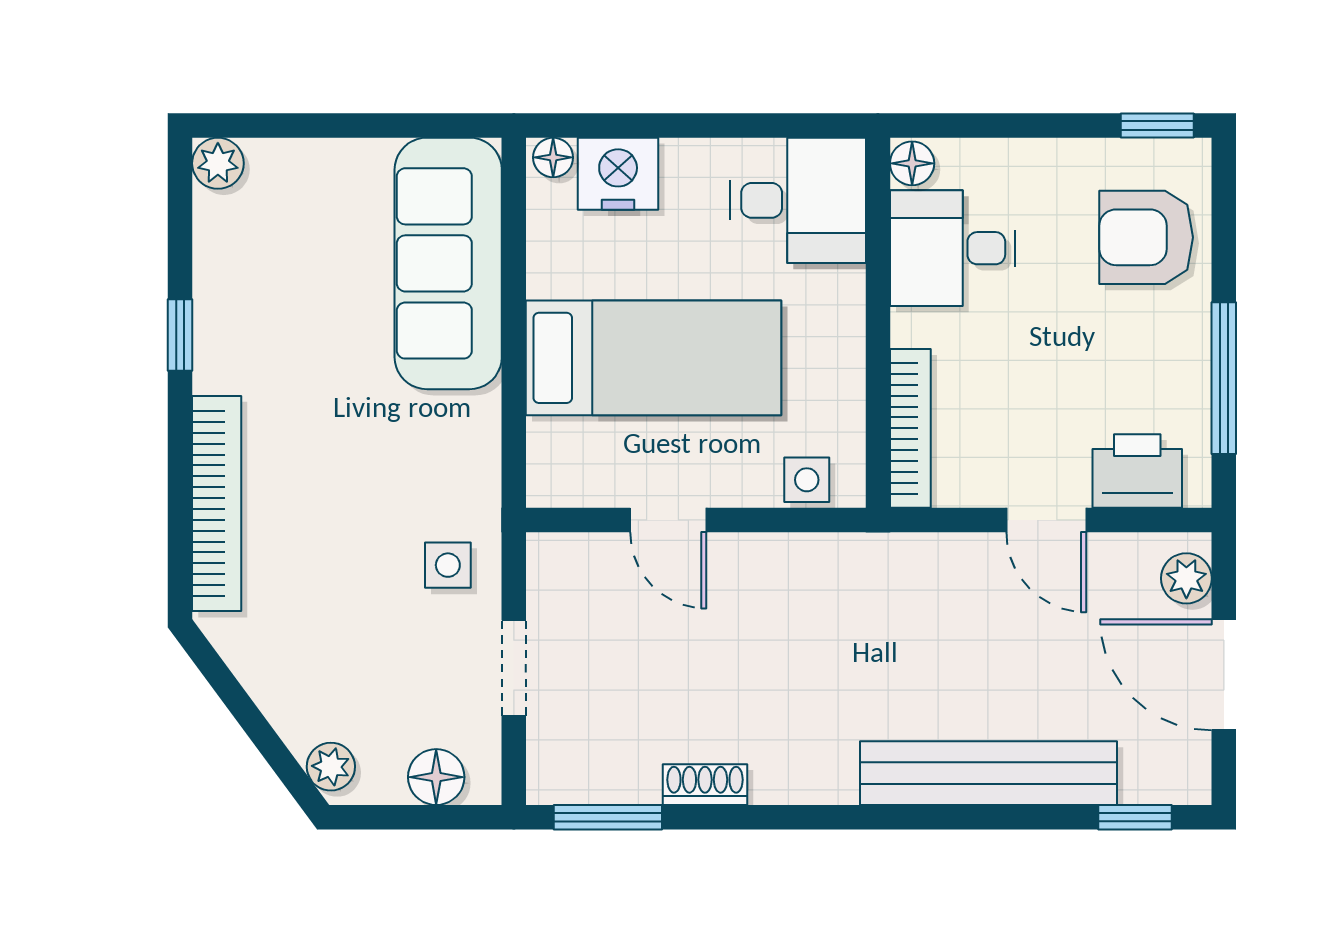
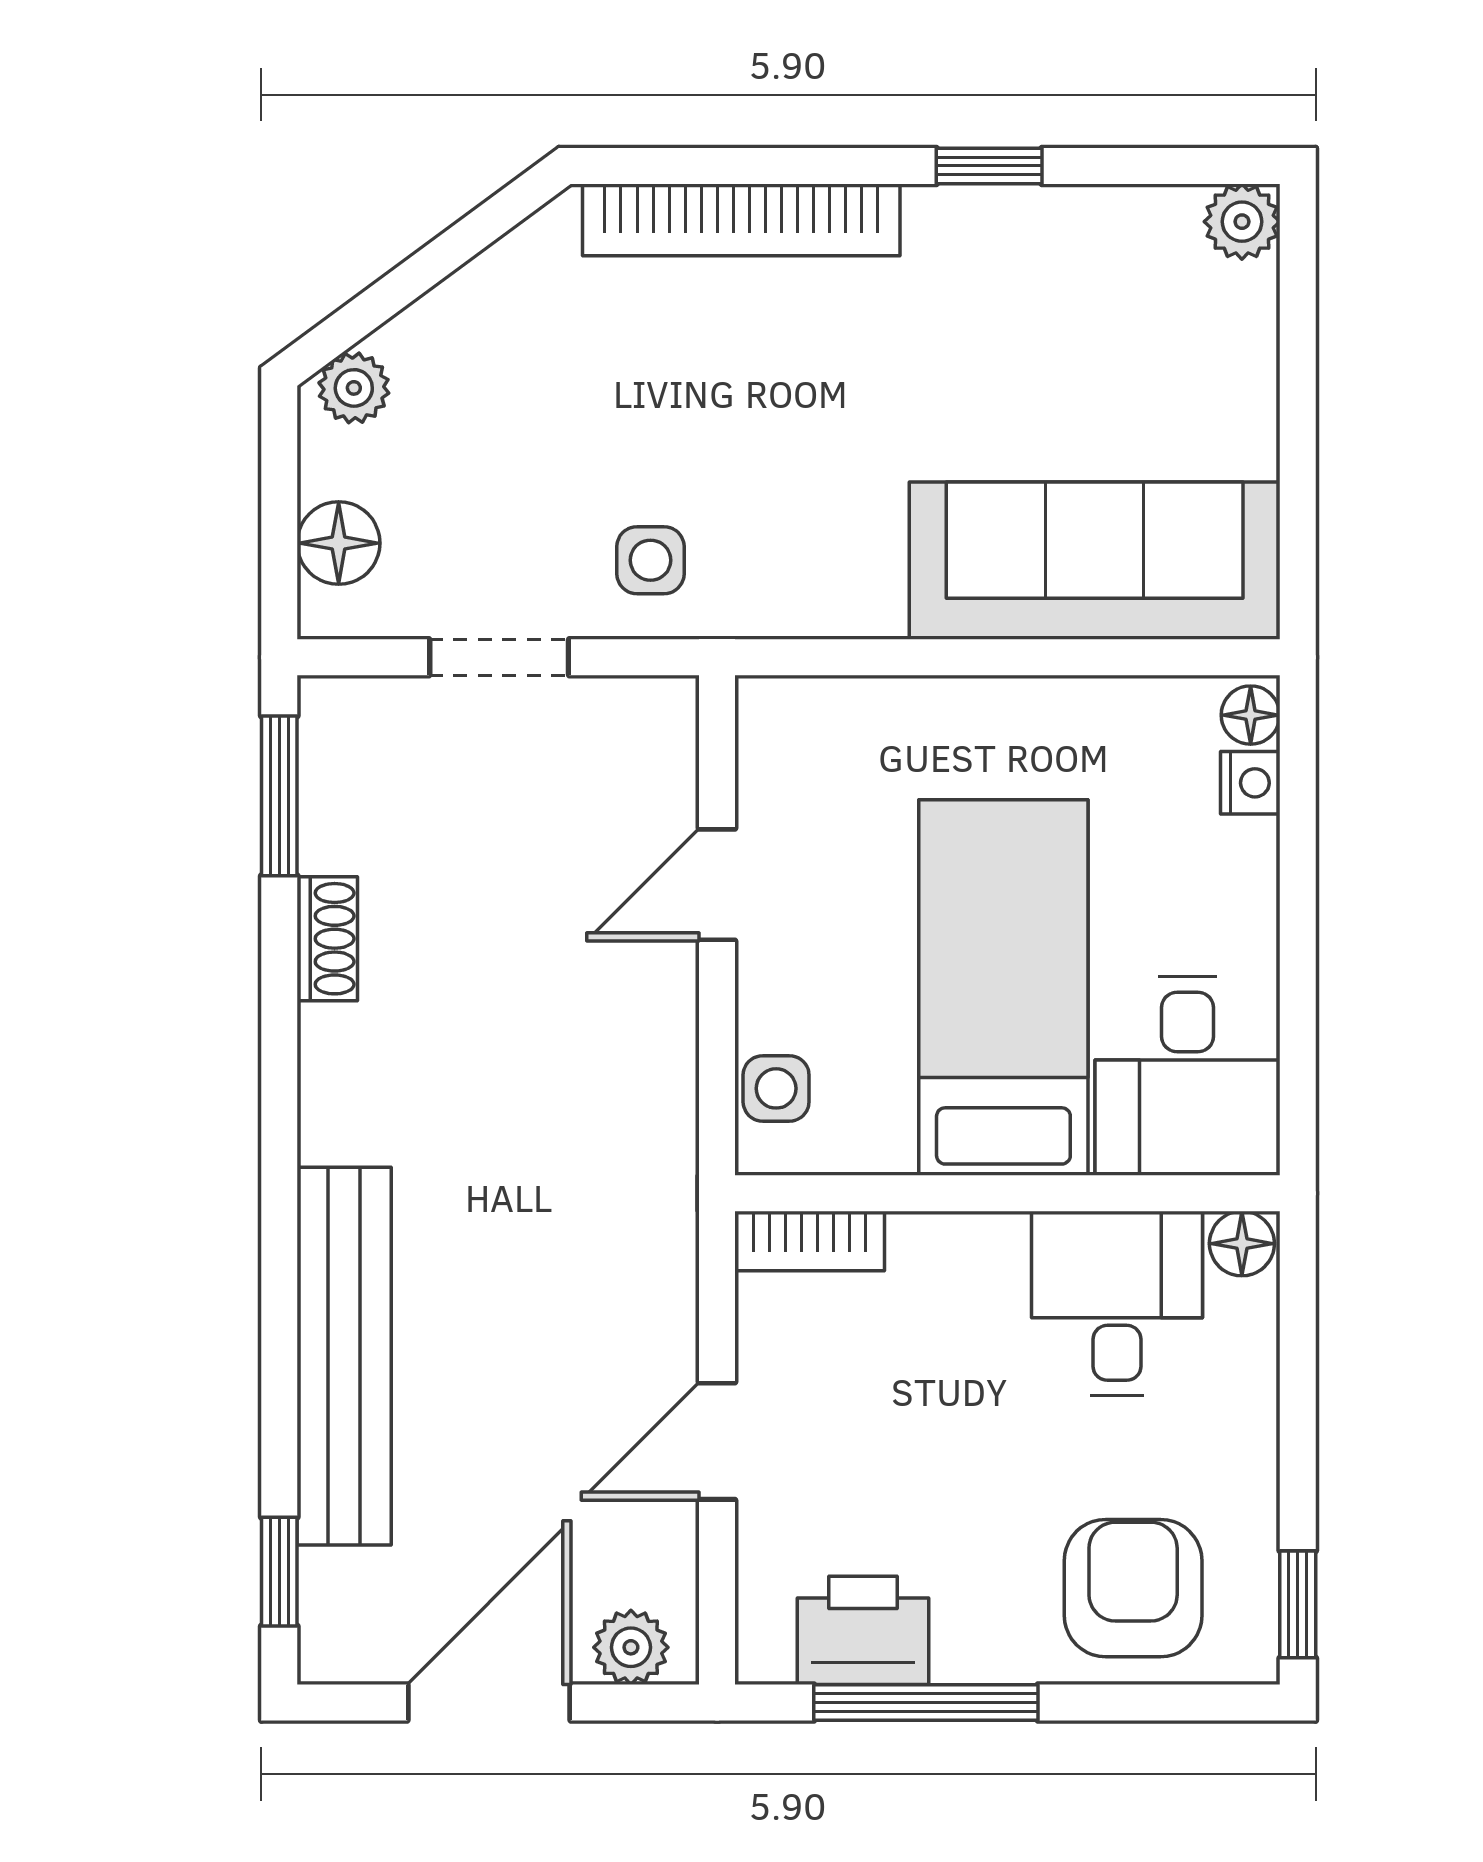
nightstand: (618, 174) -> (1250, 783), width x0.53, depth x0.56
bed: (654, 358) -> (1003, 988), moved, turned 180
bookcase: (910, 428) -> (810, 1241), width x0.64
printer: (1137, 471) -> (863, 1630), moved, turned -90

